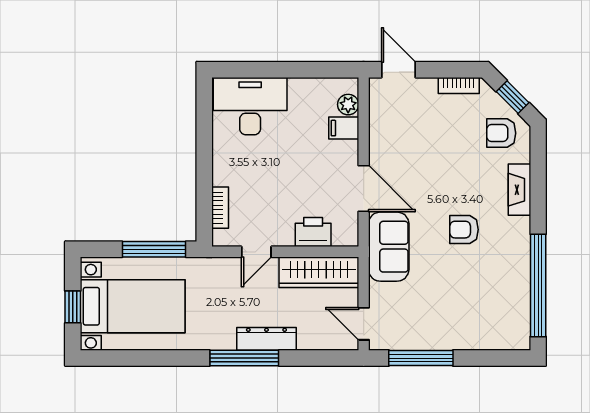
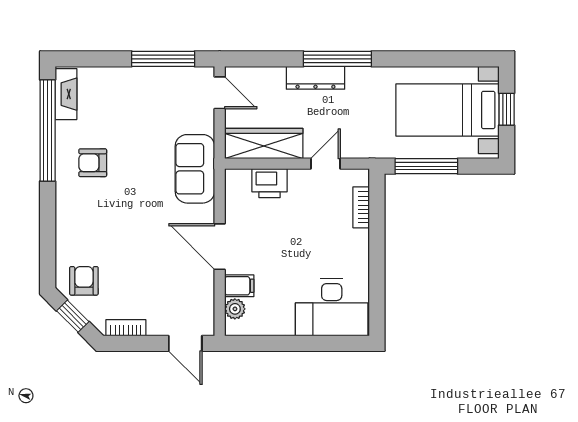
armchair: (501, 133) -> (84, 281), turned -90
door: (364, 188) -> (220, 247), moved
fireplace: (519, 190) -> (66, 94), moved
armchair: (464, 230) -> (93, 163), moved, turned 180

